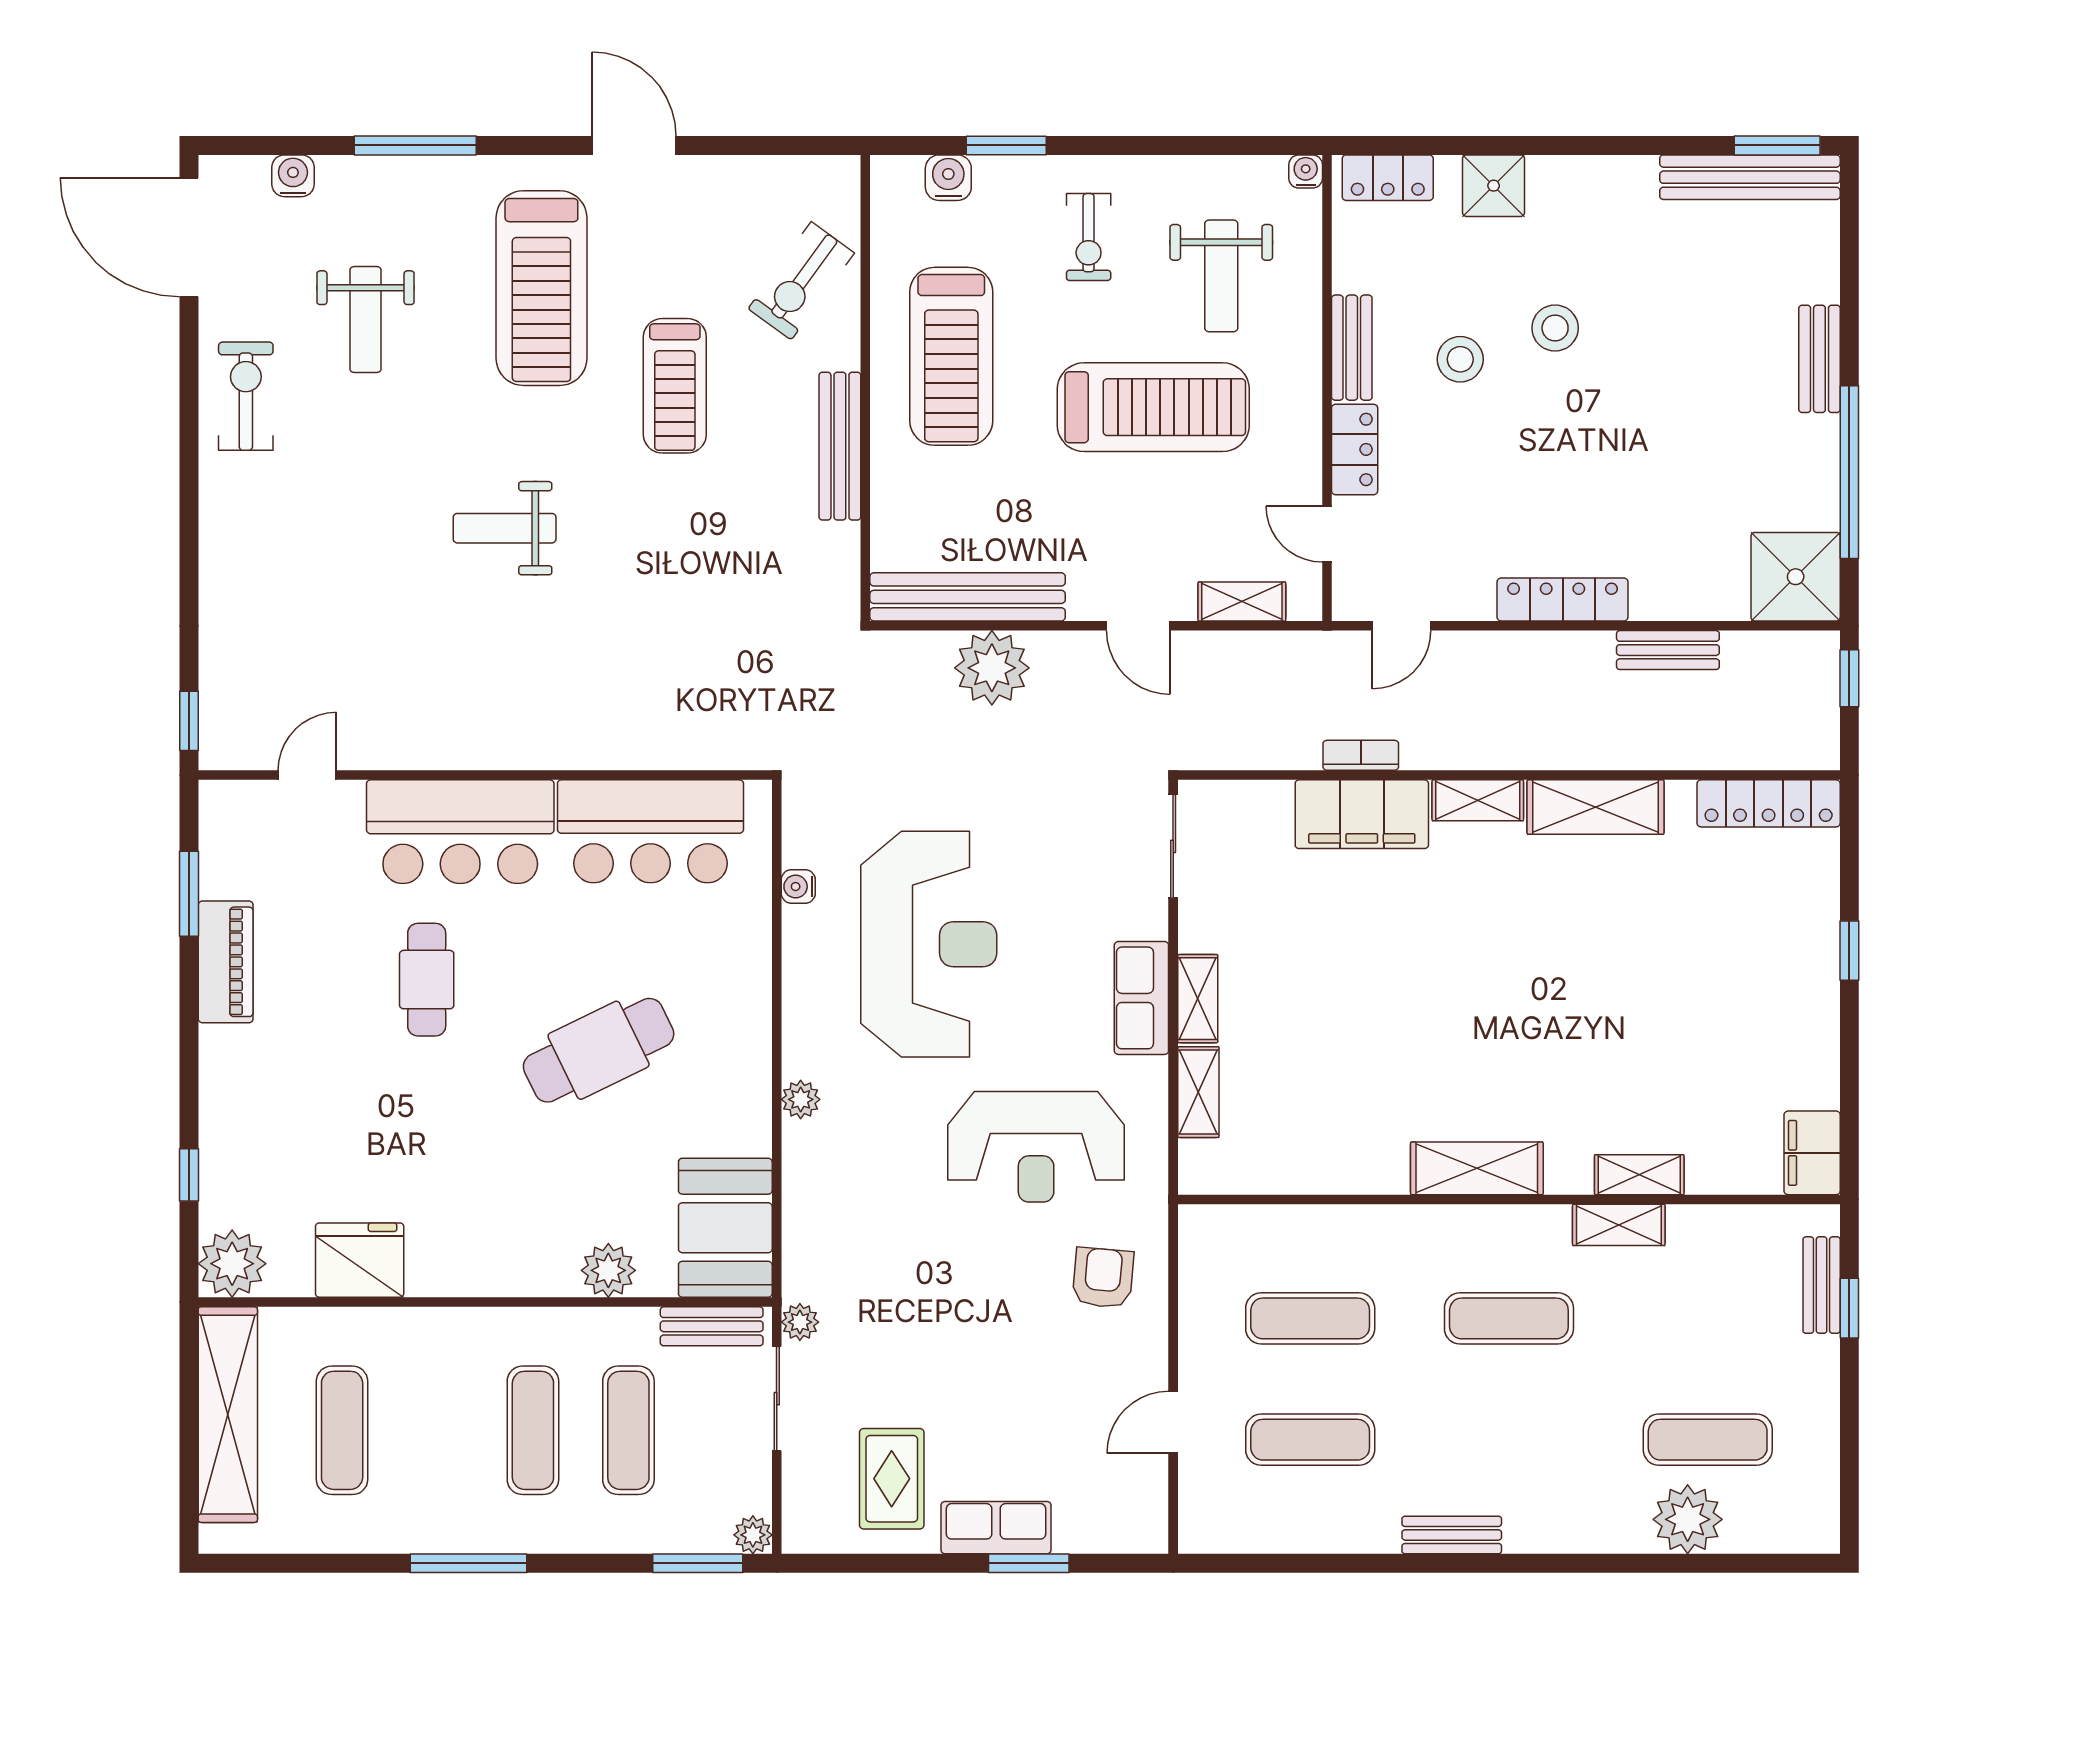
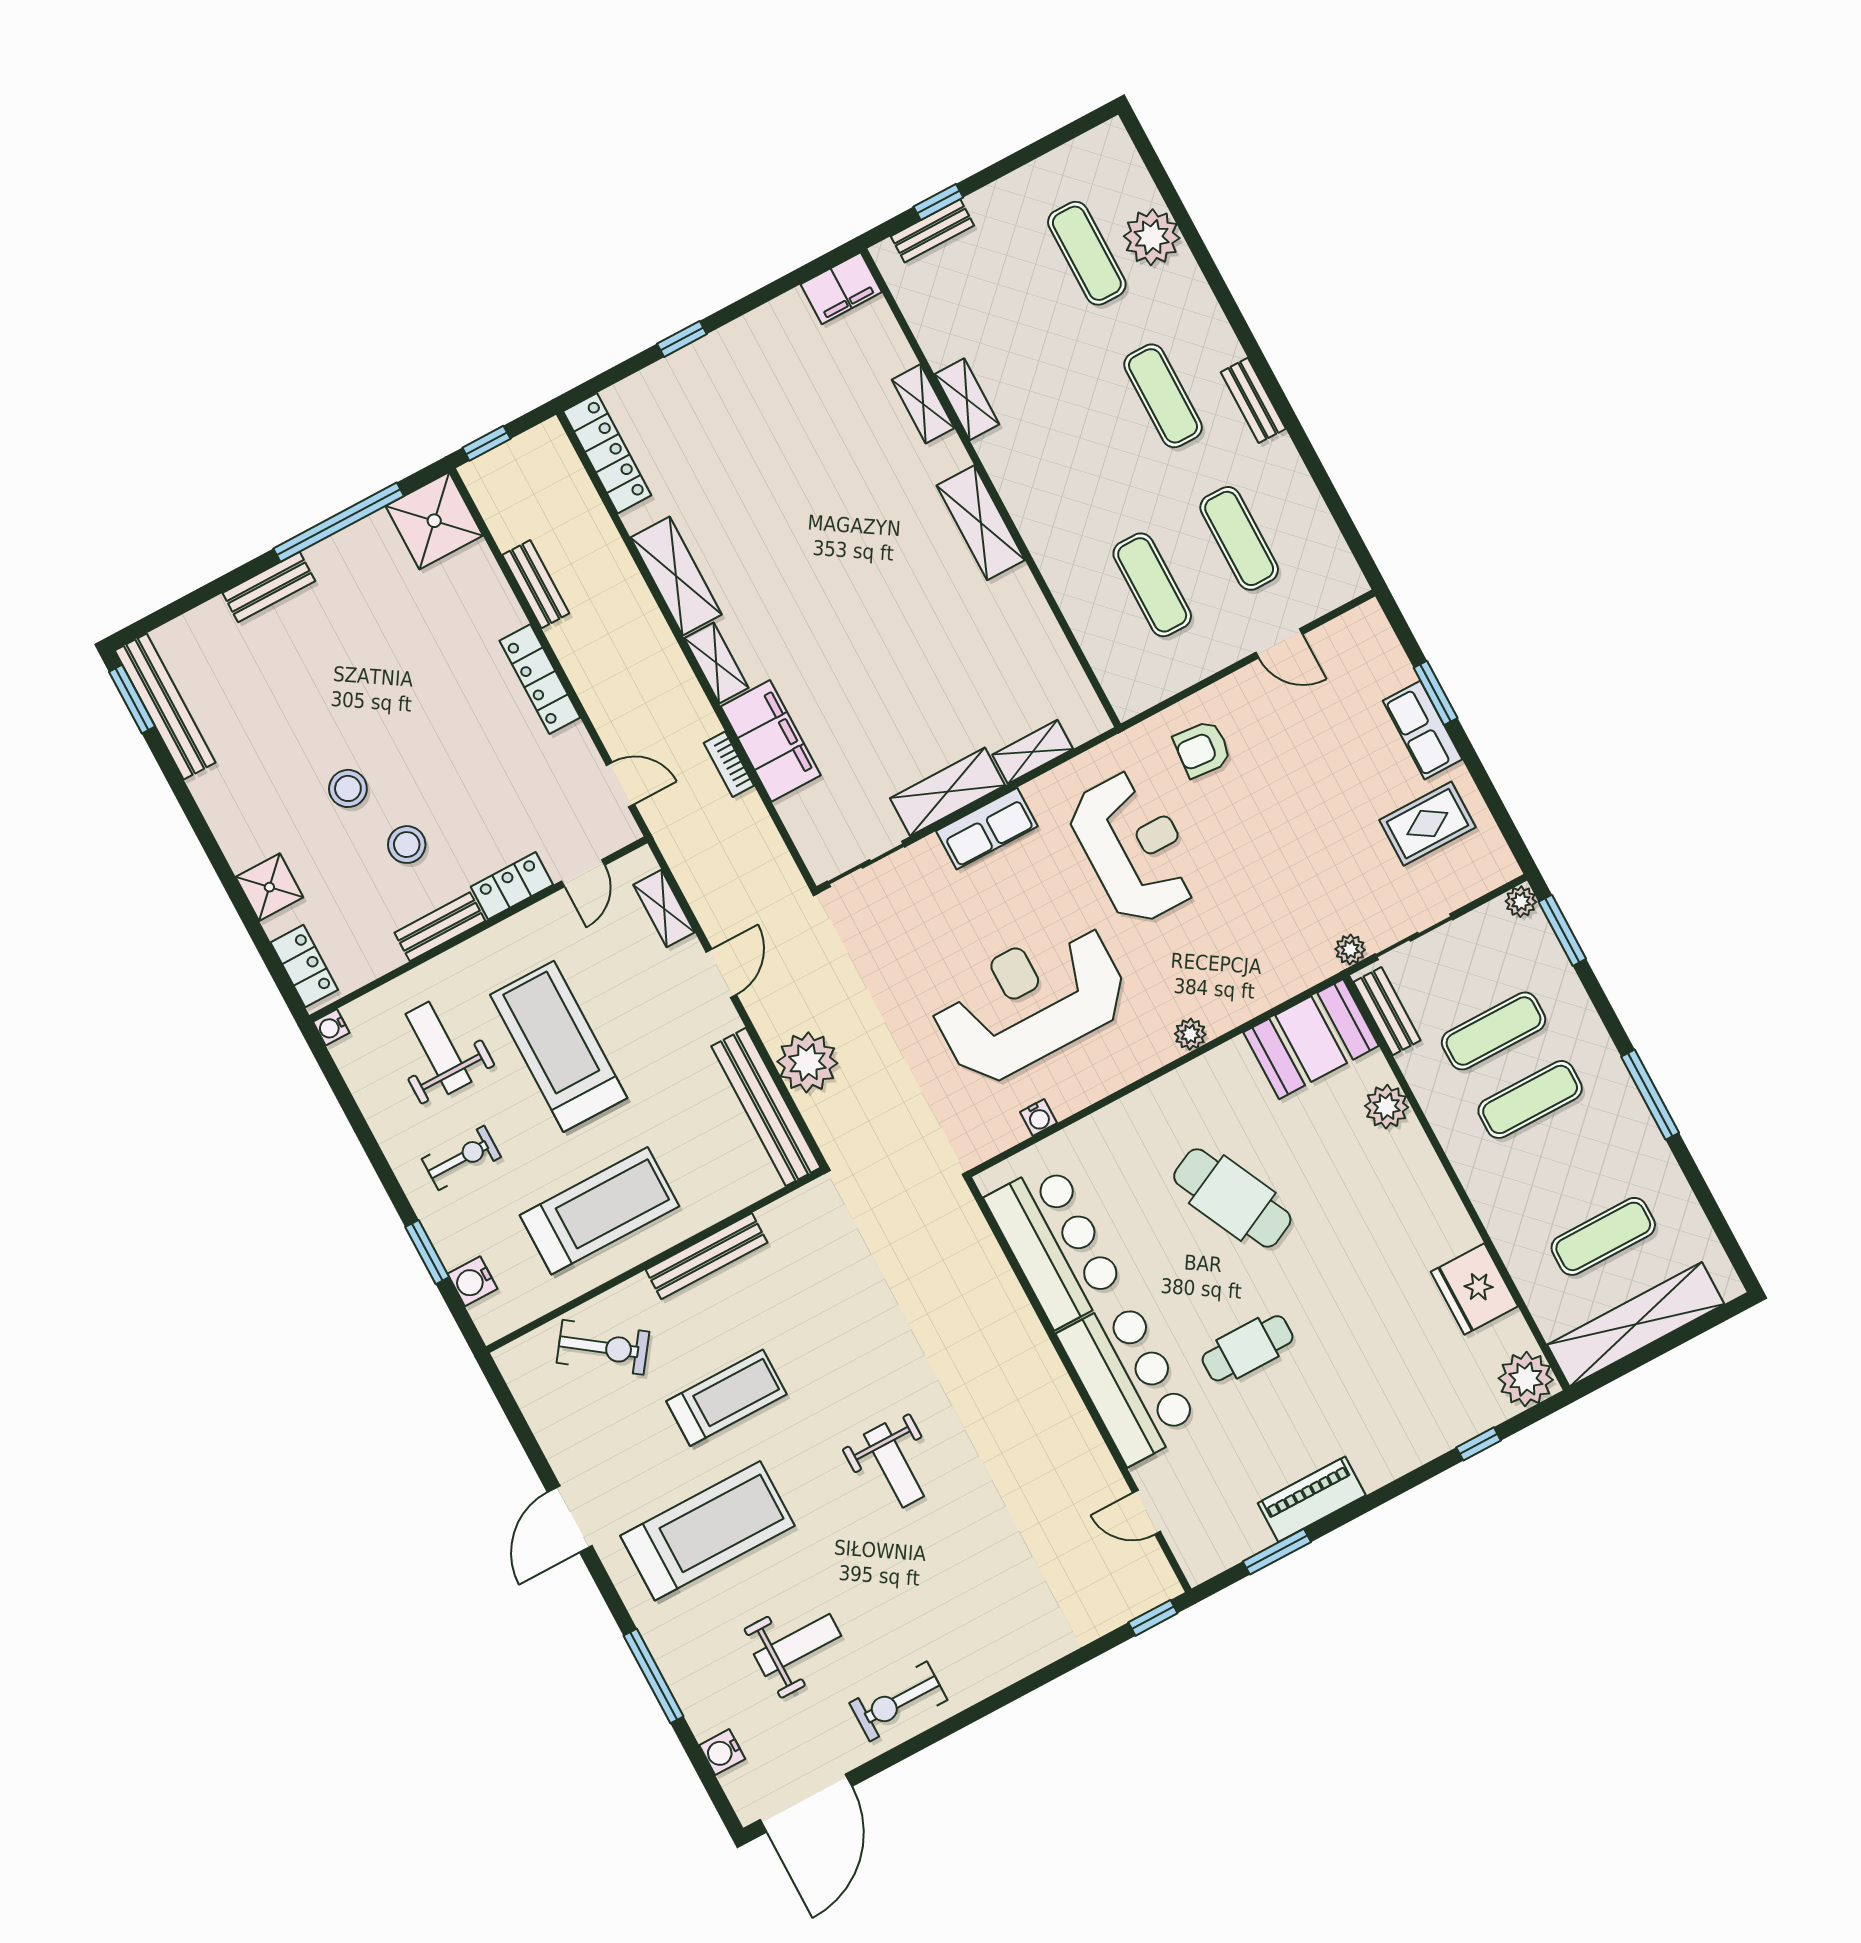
weight bench: (1221, 276) -> (438, 1048), turned -90
shelving: (1198, 999) -> (947, 792), width x1.50, depth x1.33
exercise mat: (1509, 1318) -> (1163, 396), moved

